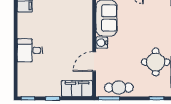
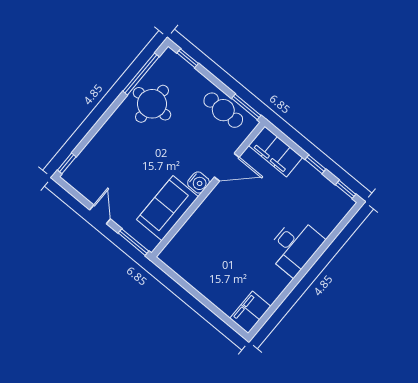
desk: (30, 50) -> (294, 246), width x1.37

